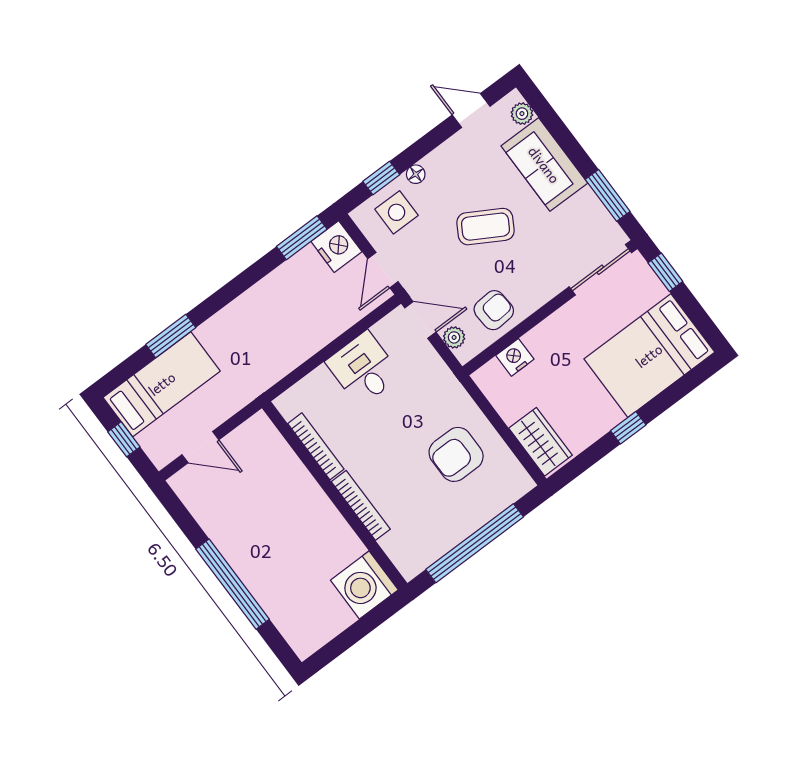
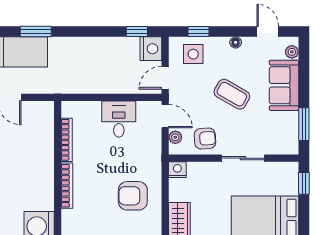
floor lamp: (416, 174) -> (236, 42), moved
window: (302, 238) -> (137, 31), width x0.67
sliding door: (600, 270) -> (243, 158), moved
nightstand: (515, 357) -> (177, 170), moved

